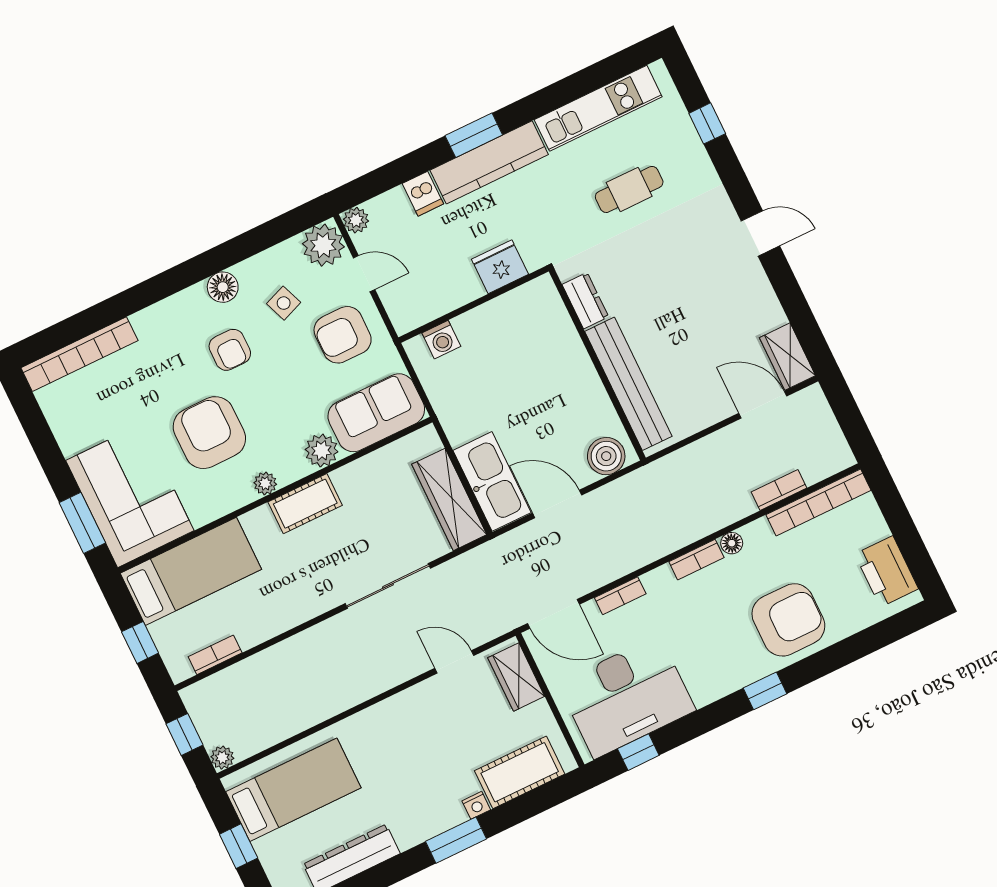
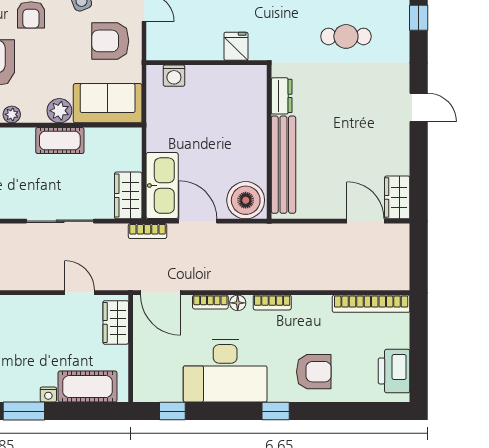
fridge: (500, 267) -> (236, 46), width x0.72
boiler: (606, 456) -> (246, 200), width x1.37, depth x1.37
bookcase: (779, 490) -> (148, 231), moved, turned 180
wardrobe: (449, 499) -> (128, 195), width x0.67
cot: (305, 504) -> (60, 141), moved
floor lamp: (732, 543) -> (238, 303), moved
armchair: (788, 620) -> (314, 372), width x0.73, depth x0.73
desk: (627, 697) -> (225, 371), moved

